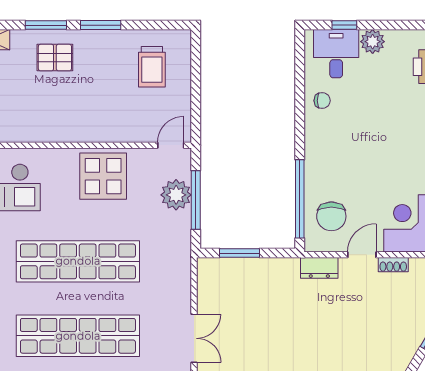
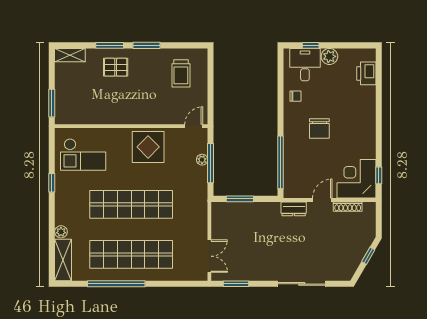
plant: (176, 195) -> (202, 160), width x0.53, depth x0.53
chair: (331, 216) -> (319, 129), moved
shoe rack: (393, 265) -> (348, 207), width x1.43

